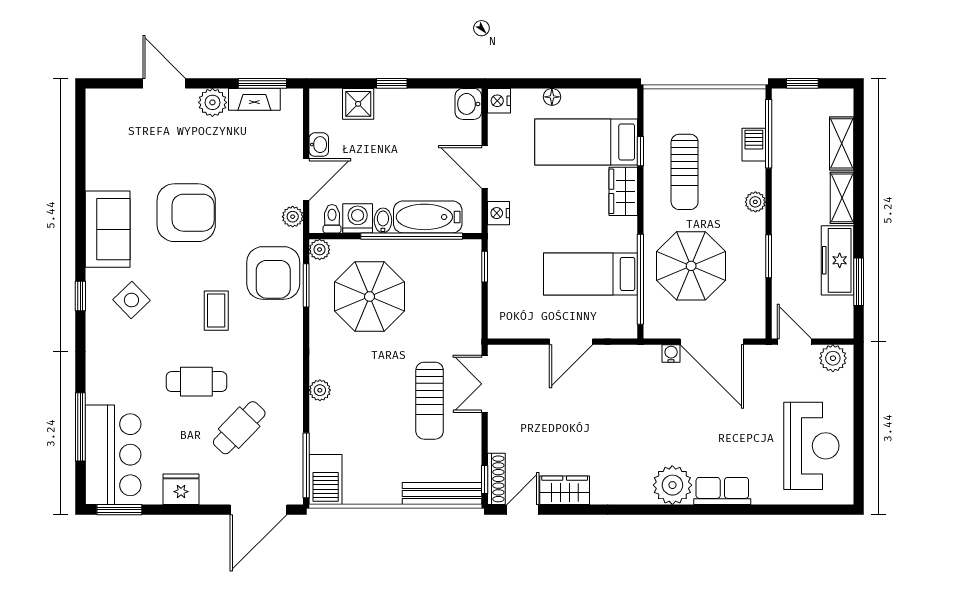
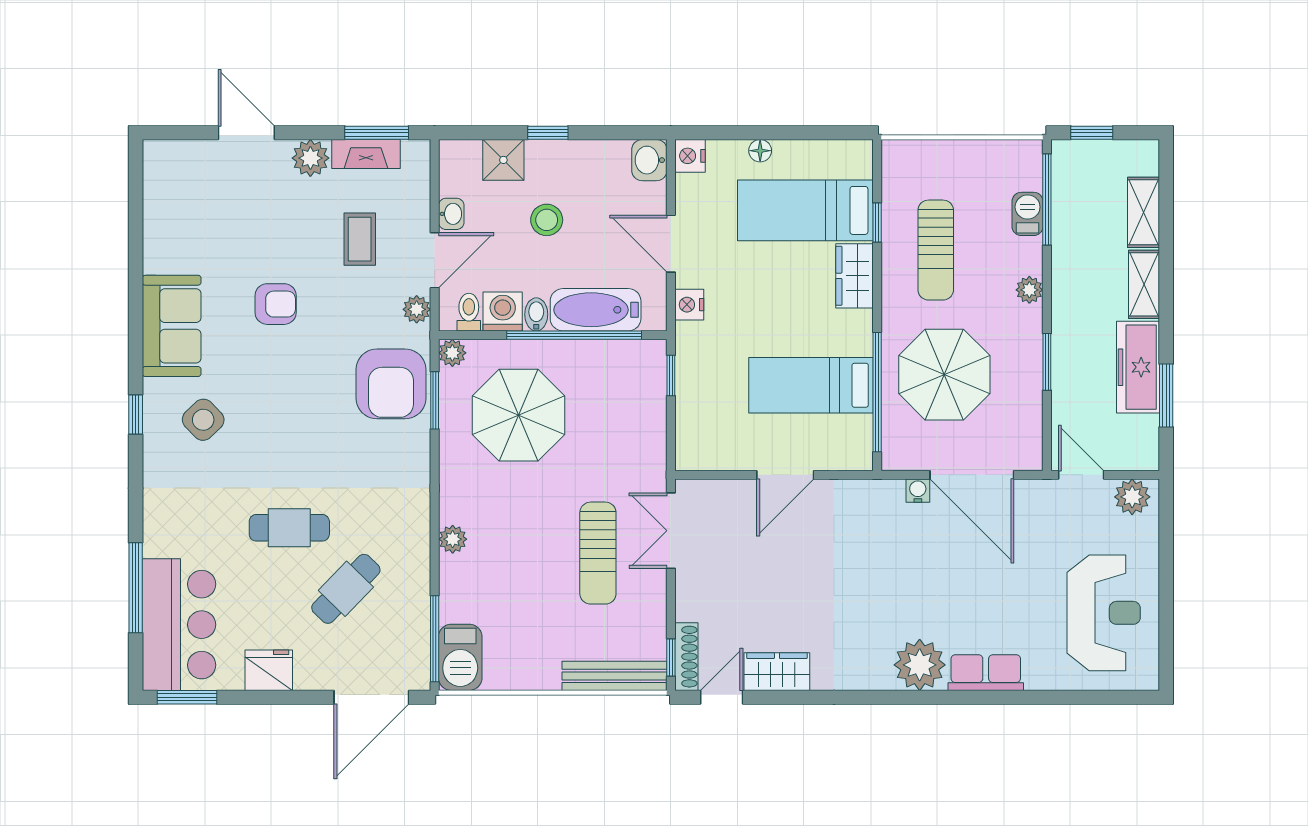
stool: (391, 149) -> (547, 220), added
armchair: (186, 213) -> (276, 304), width x0.53, depth x0.53
coffee table: (216, 311) -> (360, 239), moved

